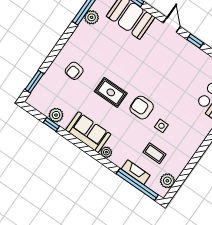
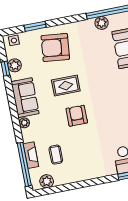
armchair: (74, 71) -> (55, 47), width x1.88, depth x1.88
window: (34, 82) -> (35, 26), moved
rug: (111, 92) -> (66, 86), turned 90
side table: (161, 126) -> (14, 40), moved

